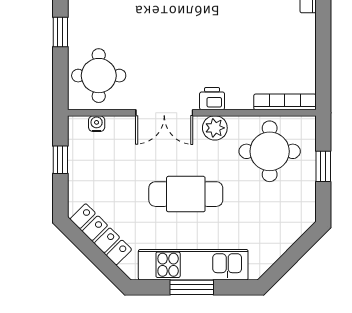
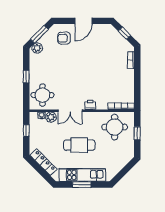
plant: (215, 128) -> (51, 117), moved

